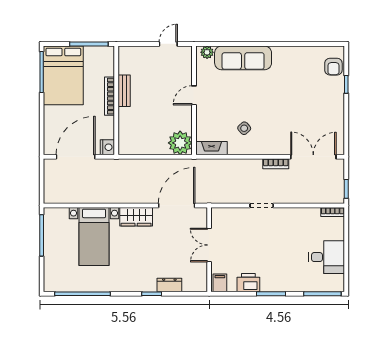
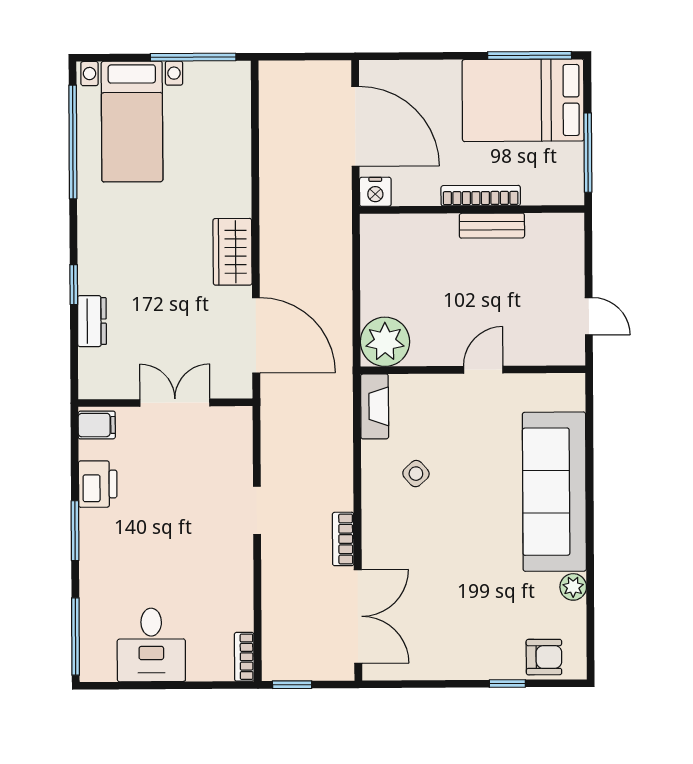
plant: (207, 52) -> (573, 587), moved
sofa: (243, 58) -> (554, 492), width x1.36, depth x1.27
armchair: (333, 67) -> (544, 657), turned 180
door: (194, 95) -> (483, 370), hinge flipped
bed with nightstands: (94, 237) -> (132, 122), moved, turned -90

